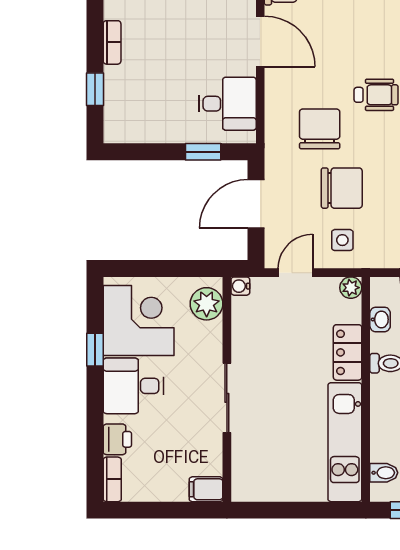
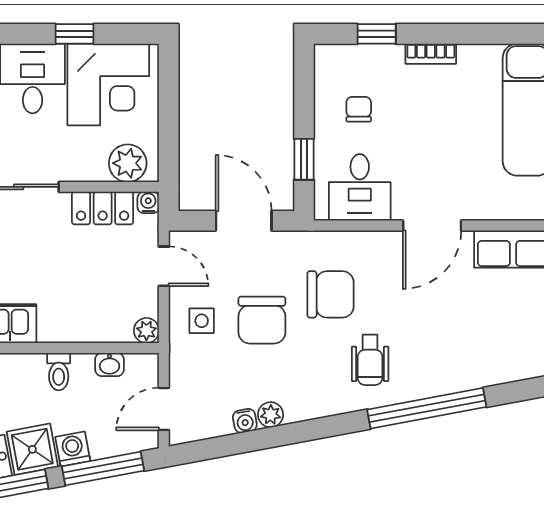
chair: (160, 105) -> (359, 109), added
locker: (348, 352) -> (103, 208), moved, turned 180

